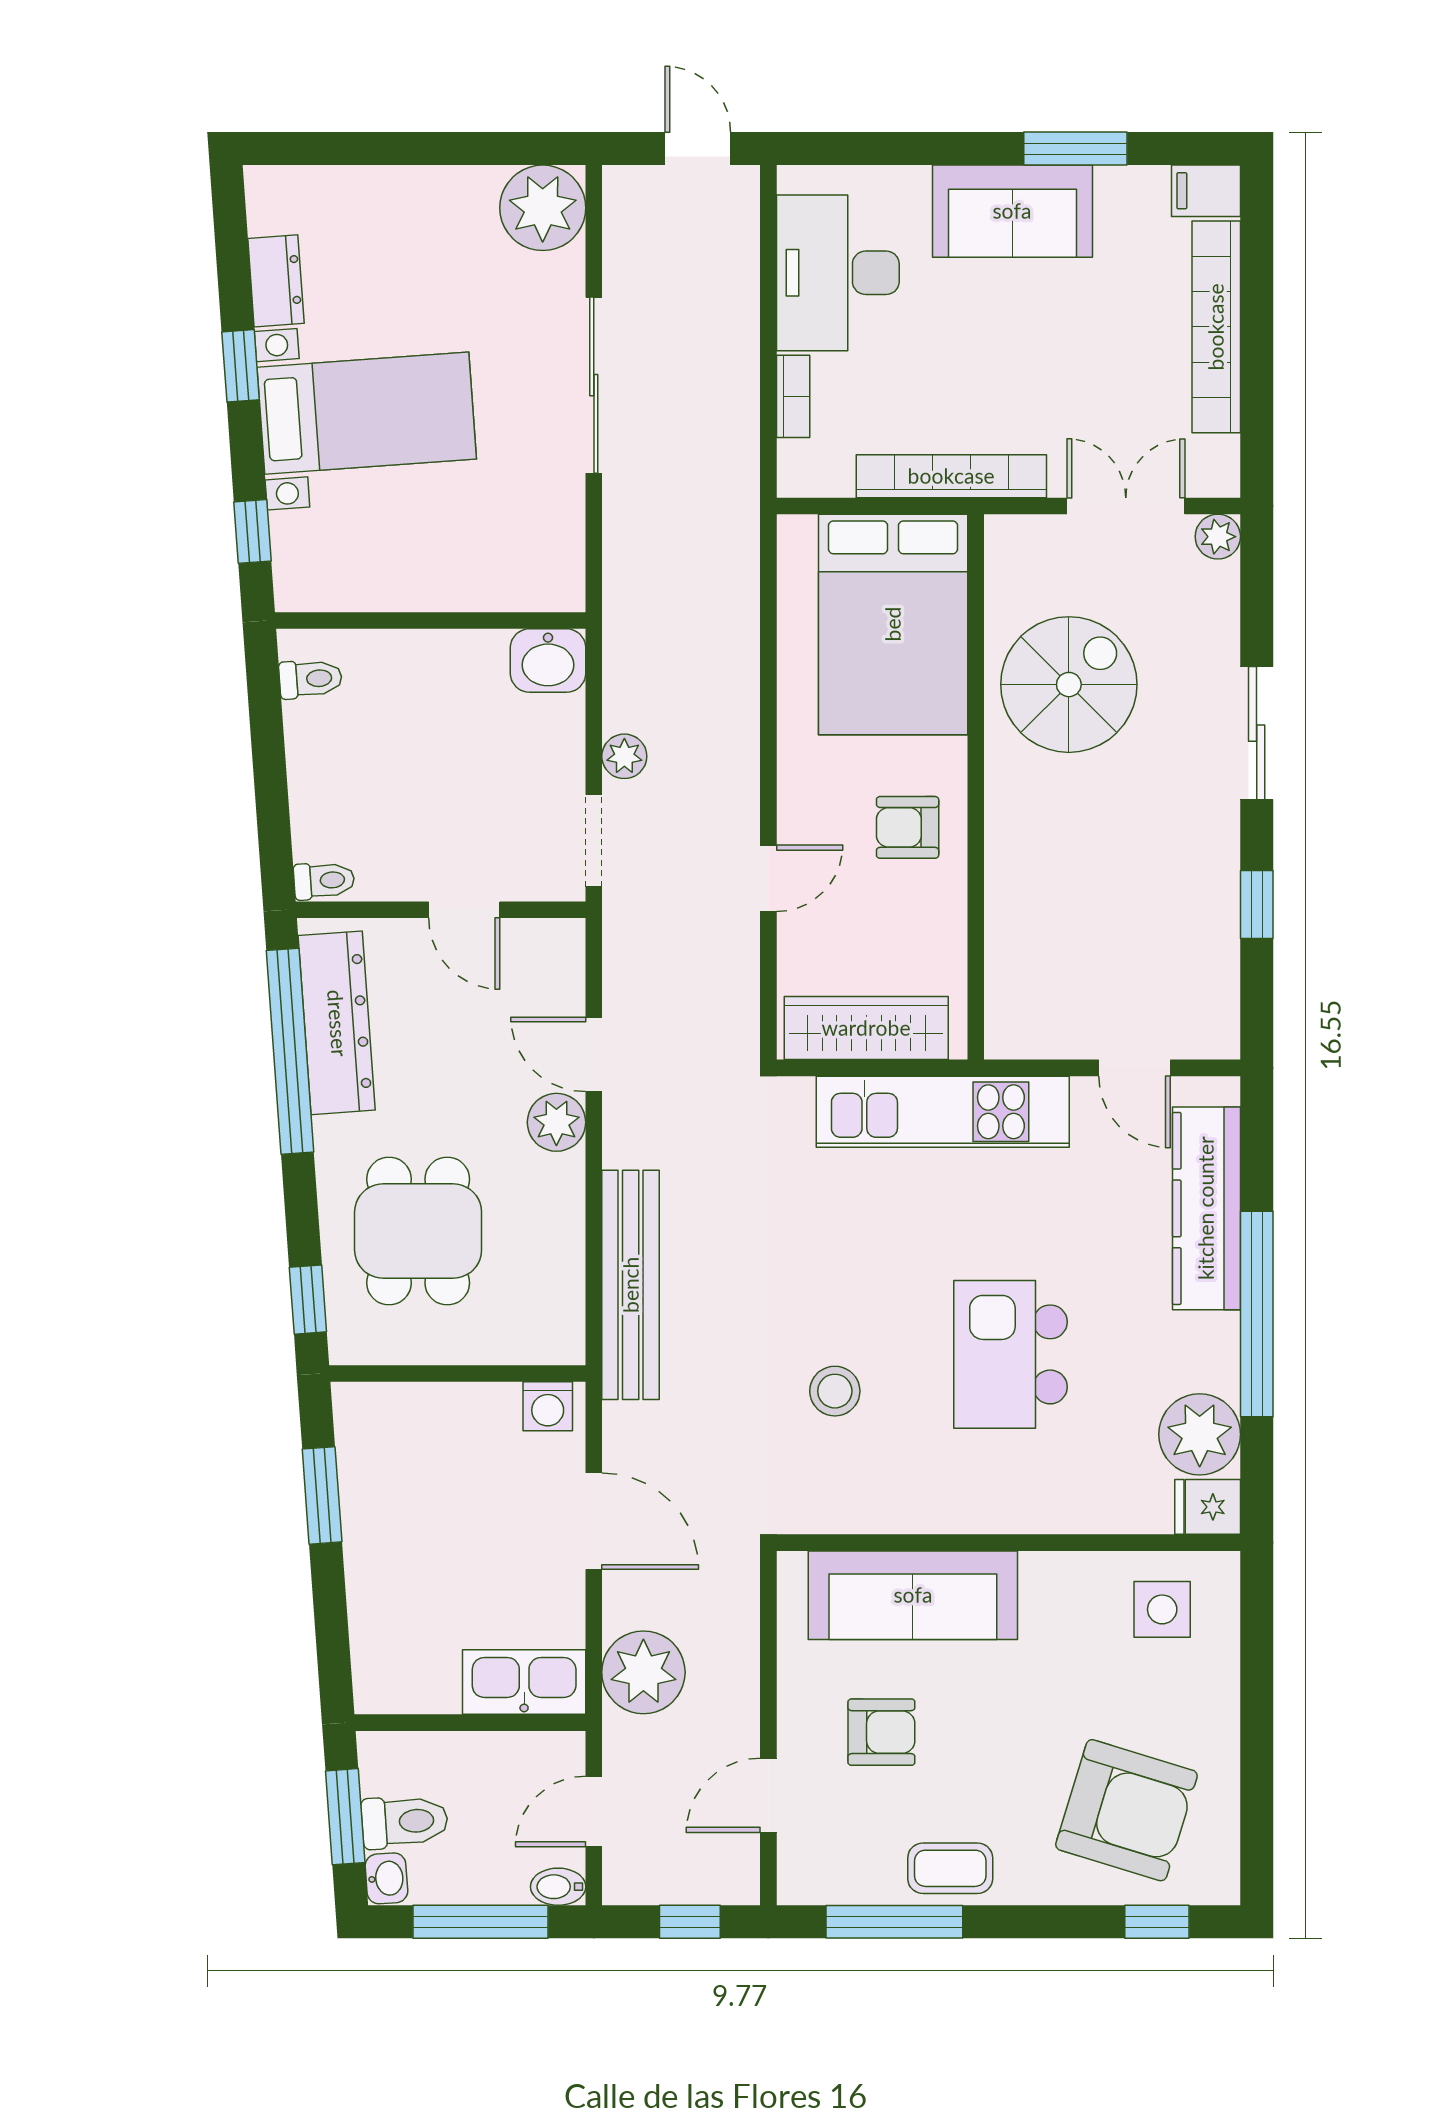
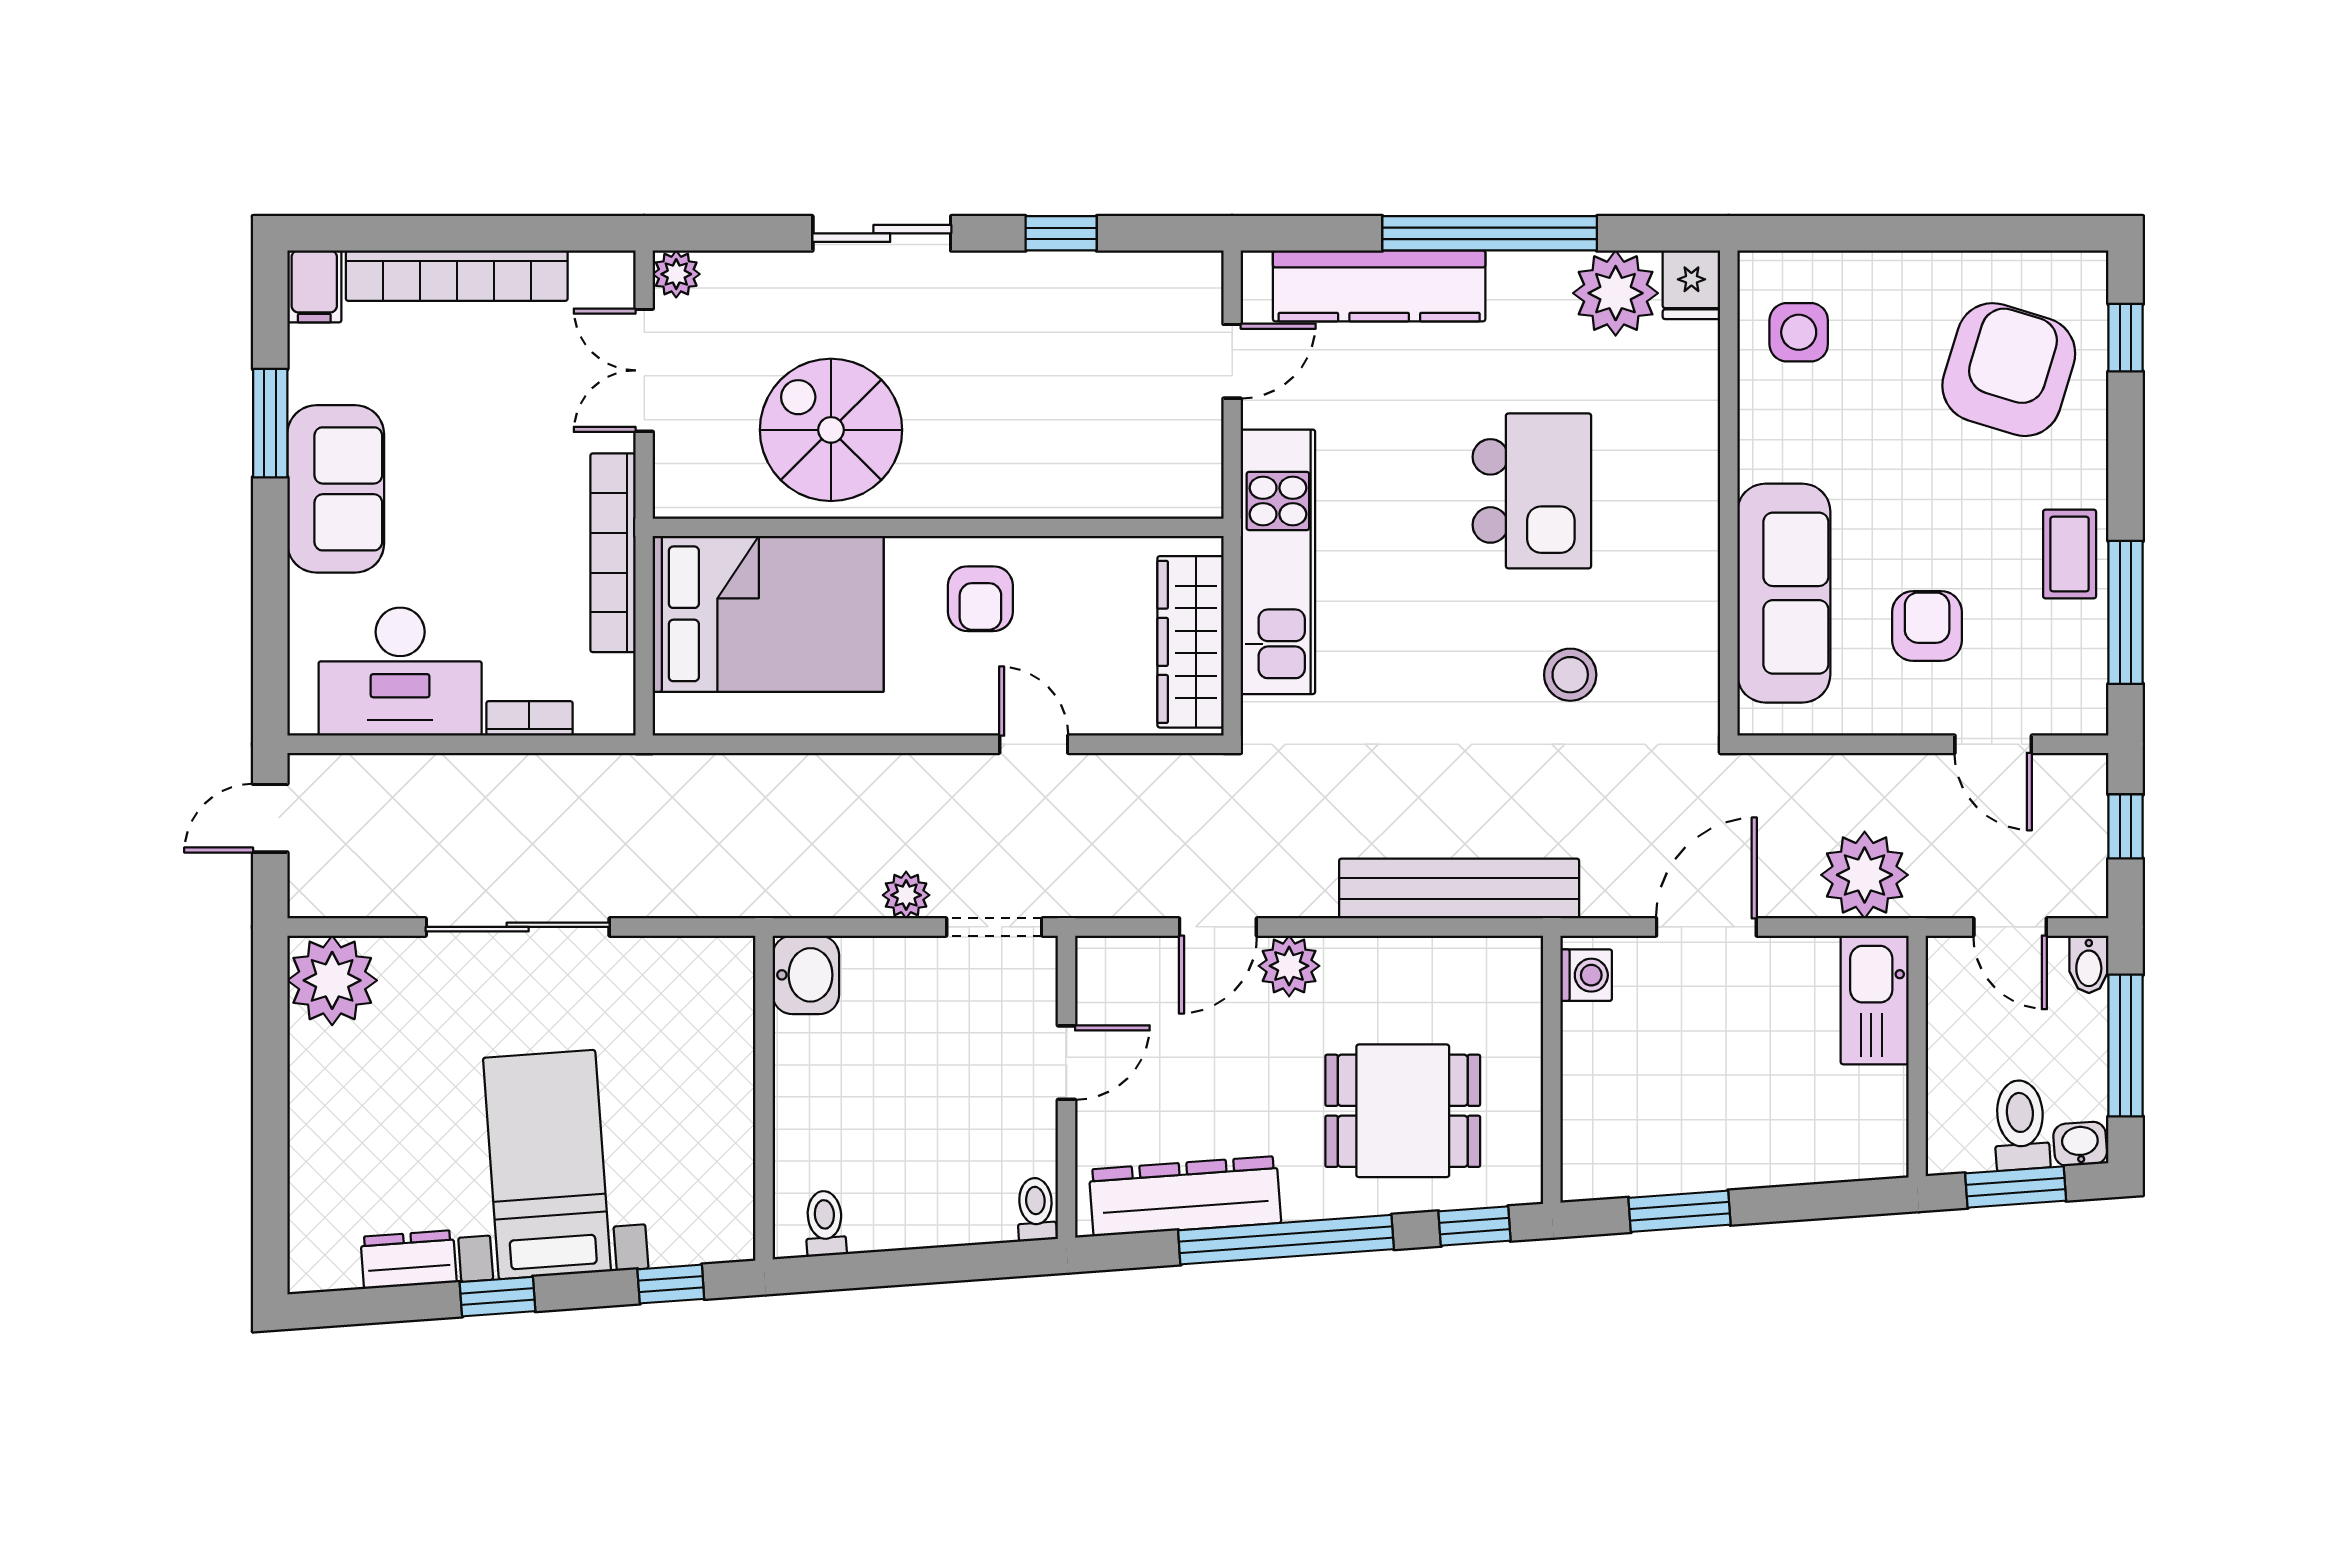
window: (290, 1051) -> (1286, 1240), moved
kitchen island: (1011, 1354) -> (1532, 491), turned -90

